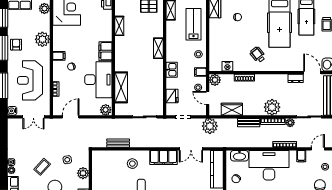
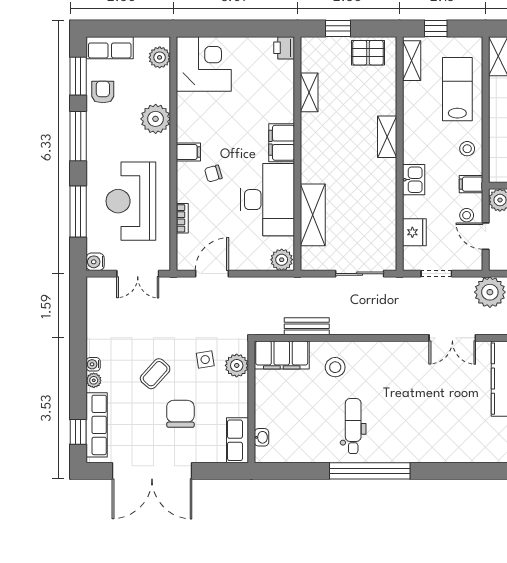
armchair: (16, 45) -> (103, 92), moved
filing cabinet: (163, 157) -> (282, 355), moved
plant: (83, 173) -> (237, 365), moved

